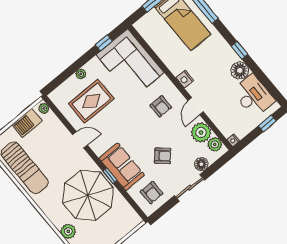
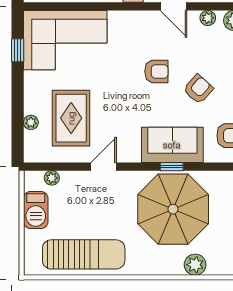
plant: (81, 74) -> (31, 122), moved
armchair: (161, 106) -> (156, 71), moved
plant: (44, 108) -> (52, 178), moved
plant: (201, 132) -> (208, 18), width x0.53, depth x0.53

